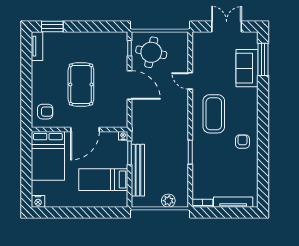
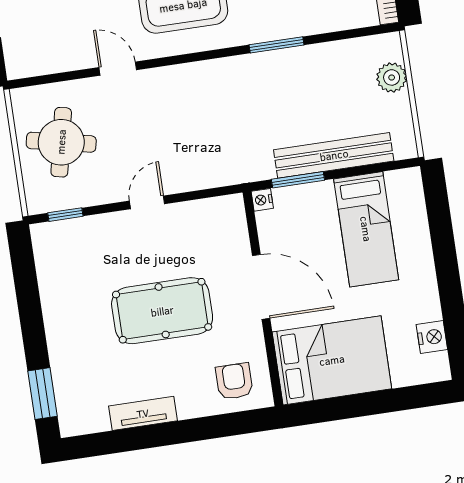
tv unit: (37, 46) -> (143, 413), moved
round table: (151, 52) -> (61, 142), moved
door: (190, 81) -> (118, 69), swing flipped
door: (130, 85) -> (147, 202), width x0.53
nightstand: (38, 201) -> (432, 337), moved

